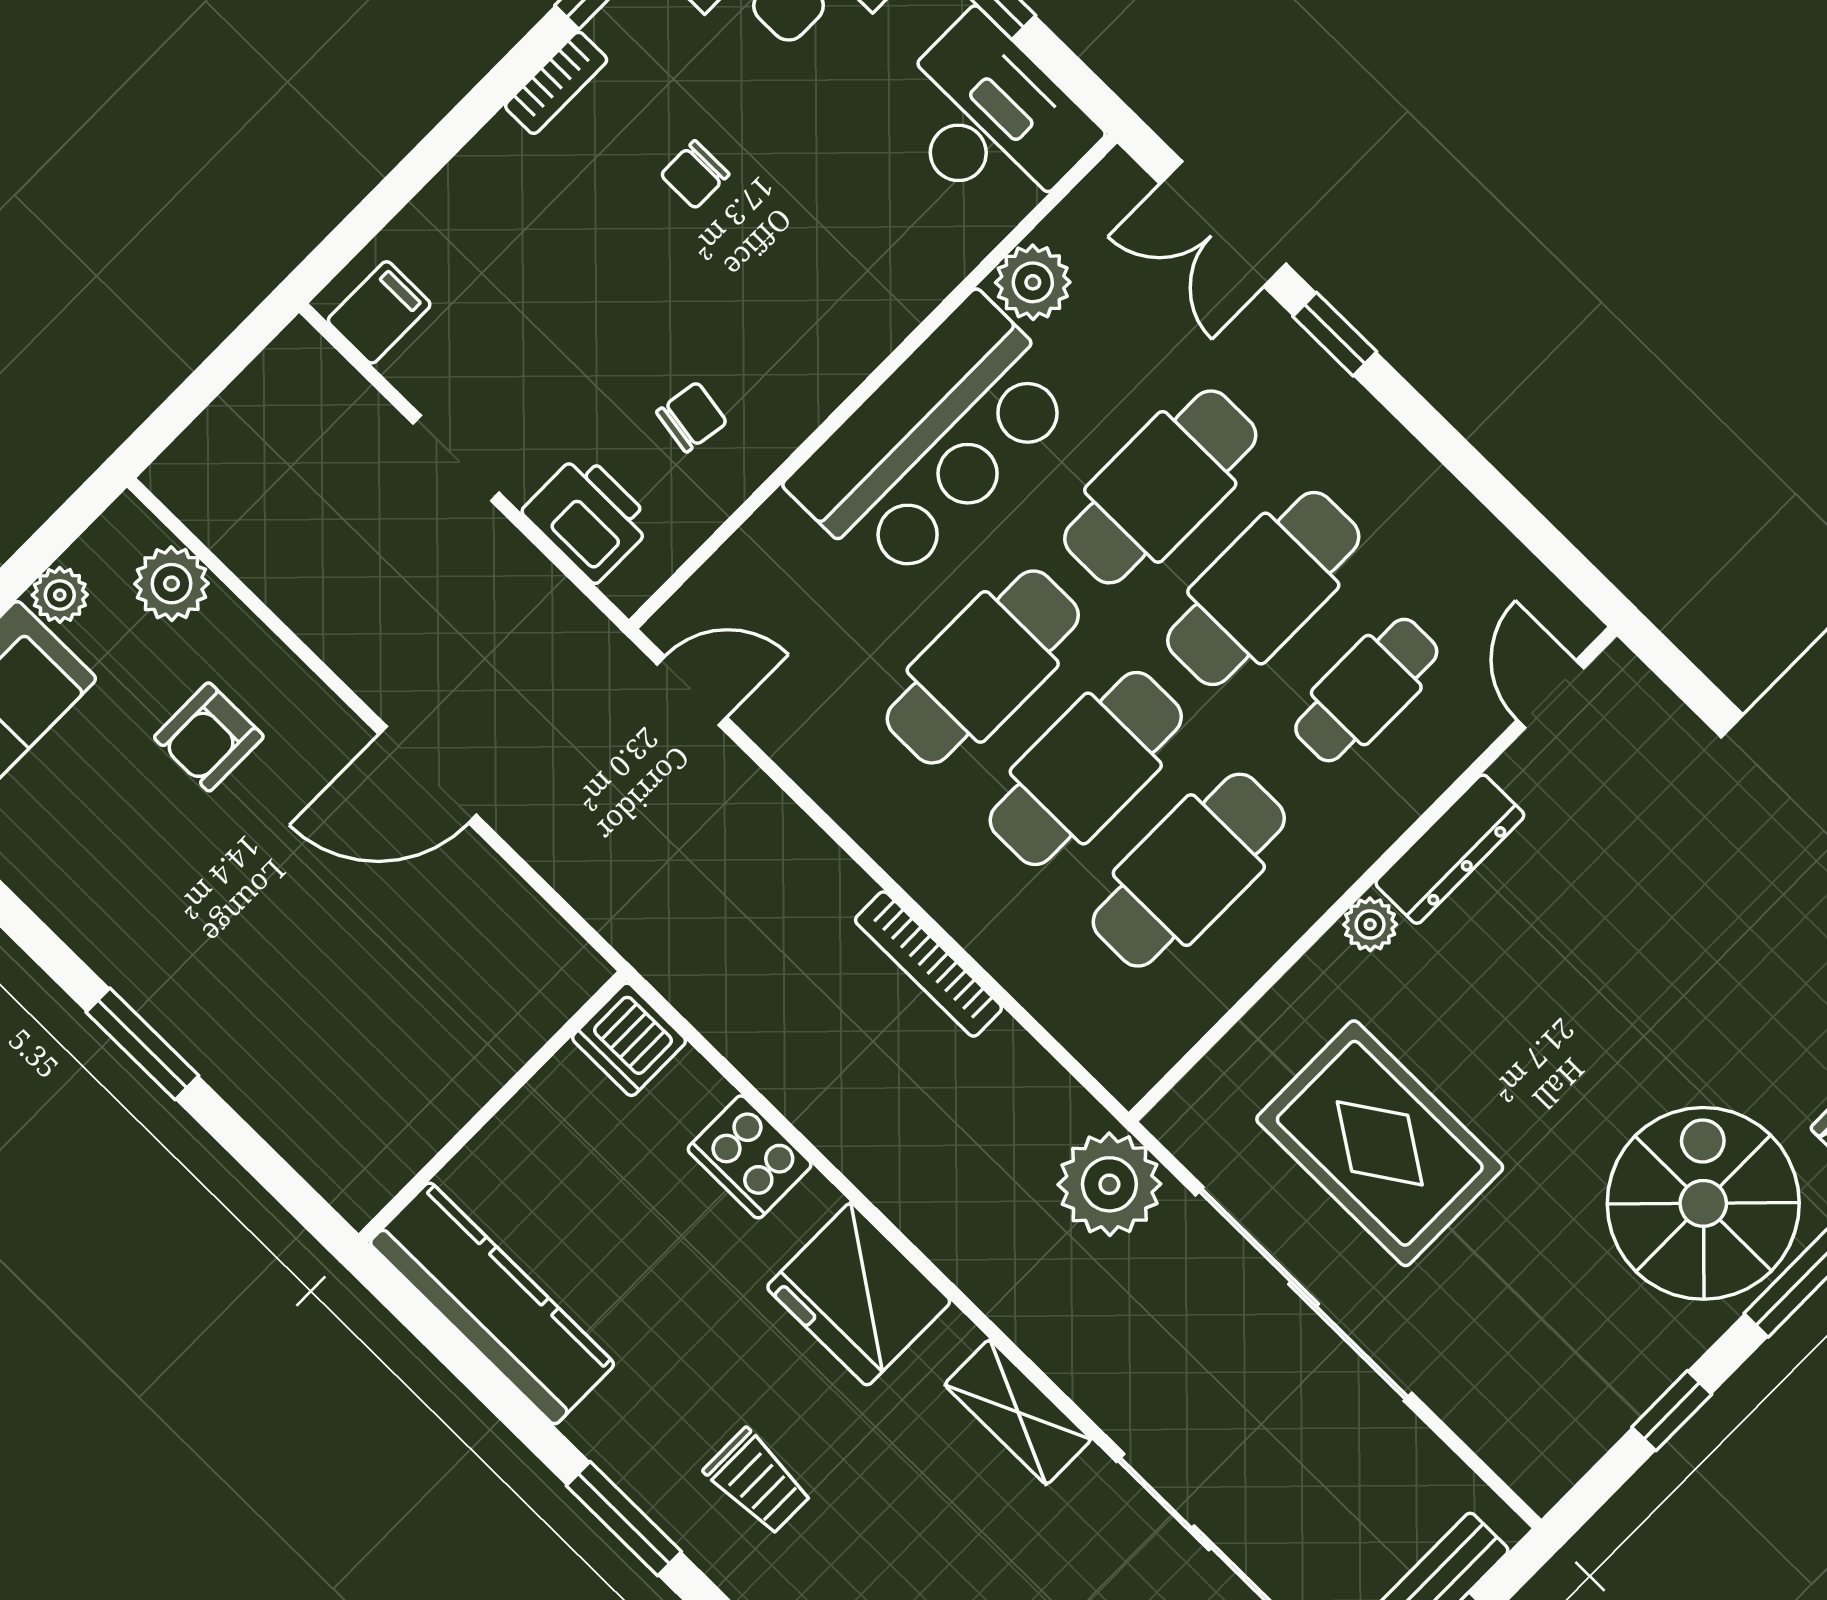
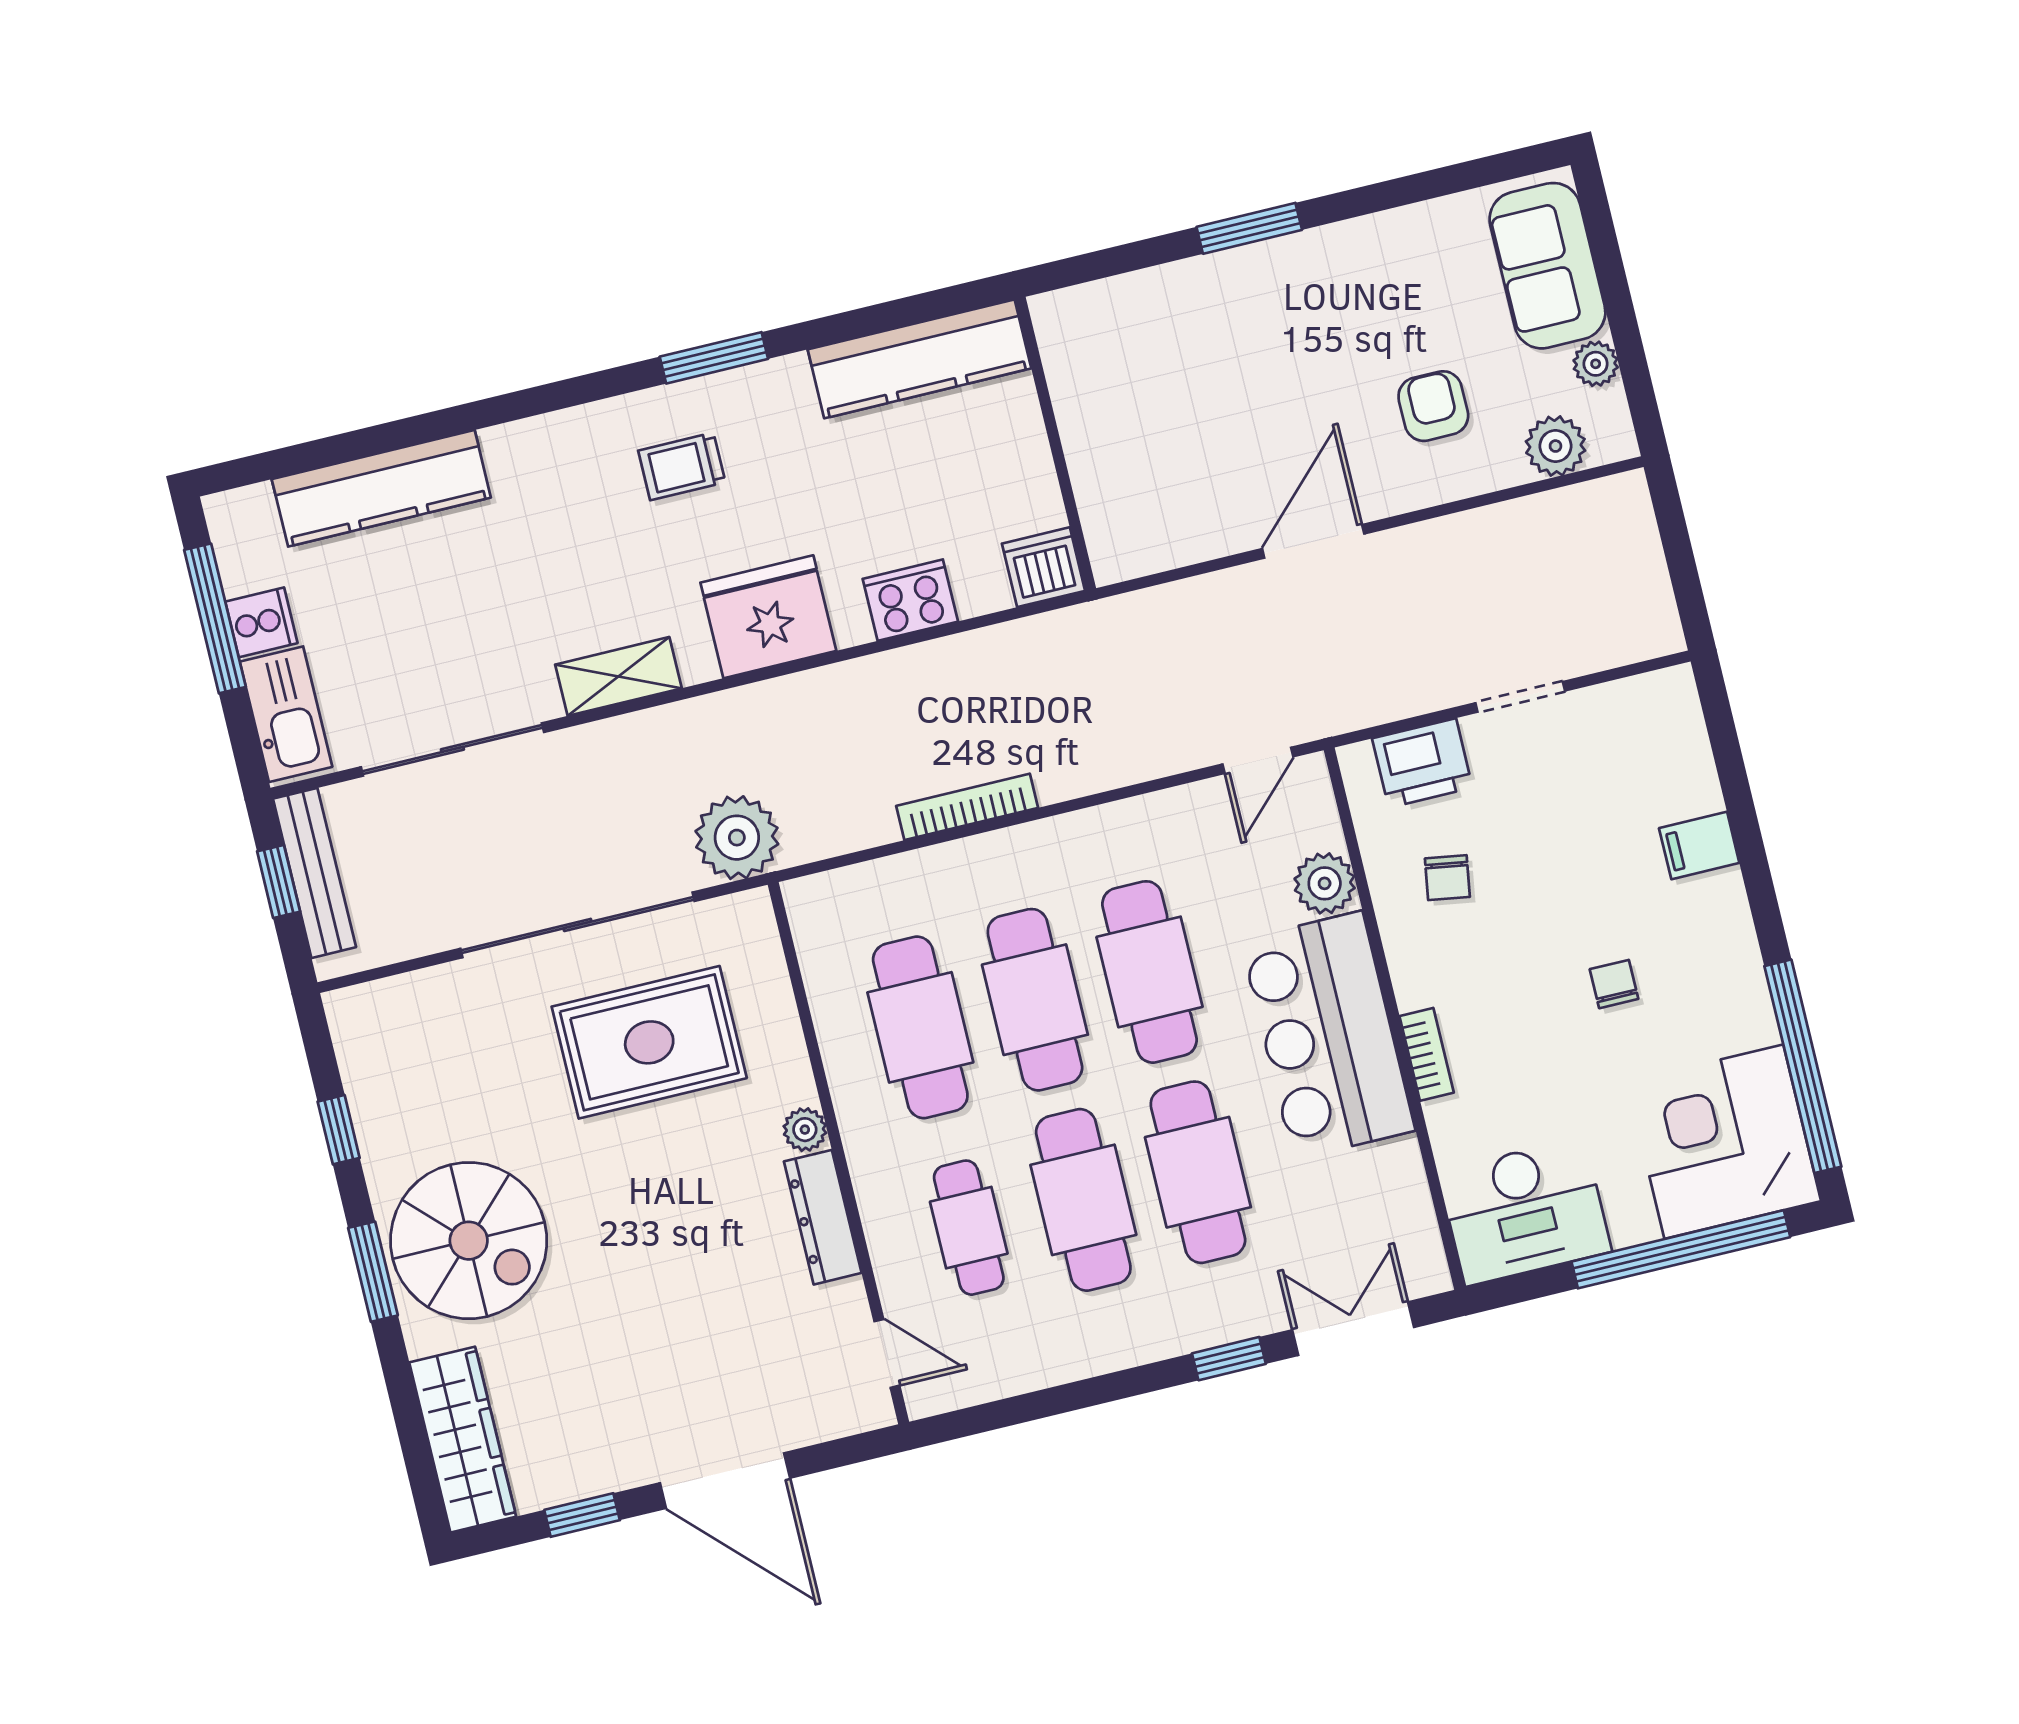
bookcase: (556, 83) -> (1427, 1054), moved, turned 180
plant: (1033, 282) -> (1325, 883), moved
filing cabinet: (379, 312) -> (1699, 846), moved, turned 90

